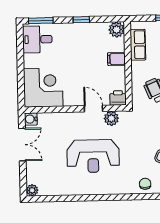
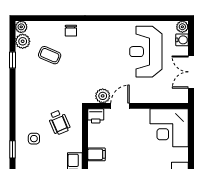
door: (93, 109) -> (120, 106), swing flipped
water cooler: (31, 119) -> (182, 40), moved
reception desk: (93, 156) -> (146, 52), moved, turned -90

